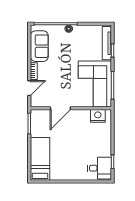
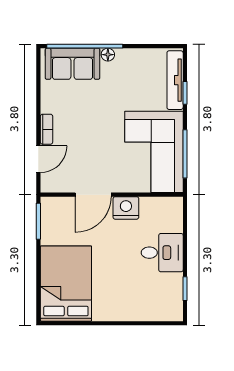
sofa: (39, 46) -> (73, 64), moved, turned 90
nightstand: (98, 116) -> (126, 208), moved
bed: (40, 159) -> (66, 284), width x1.50
desk: (100, 168) -> (162, 253), moved

